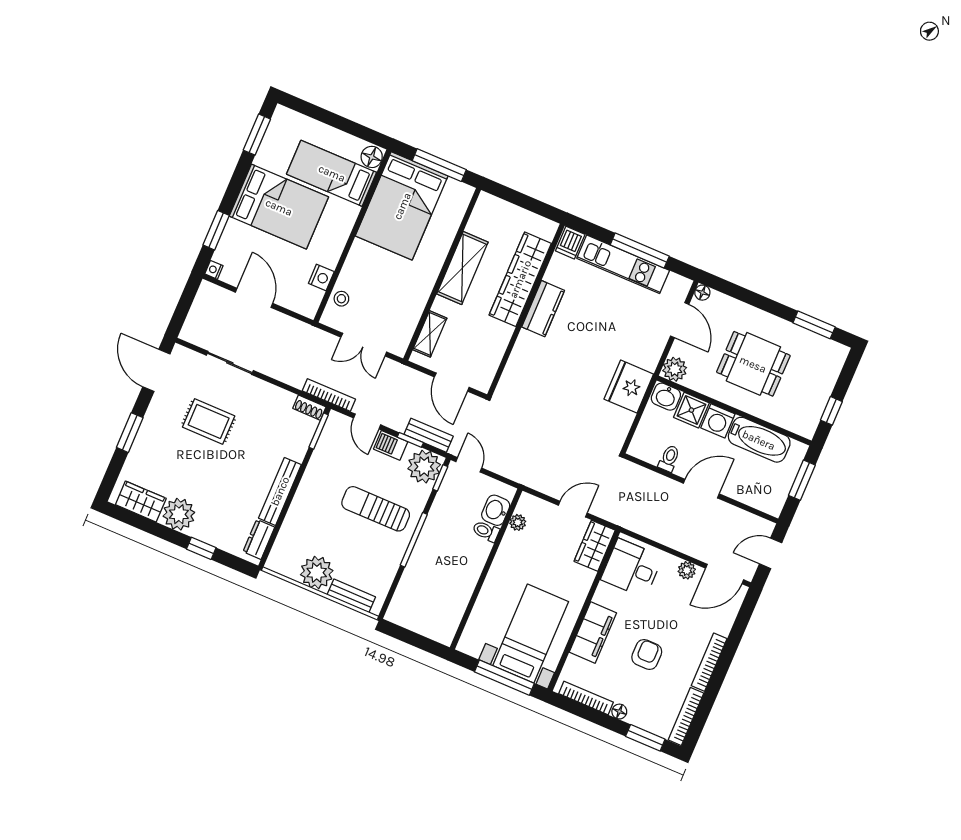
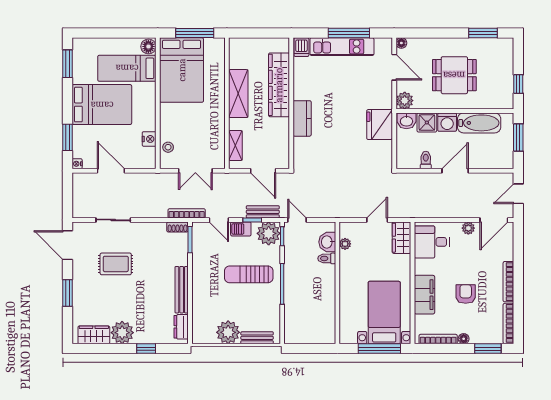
kitchen counter: (543, 309) -> (302, 118), moved

